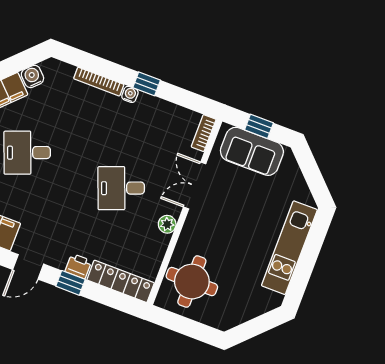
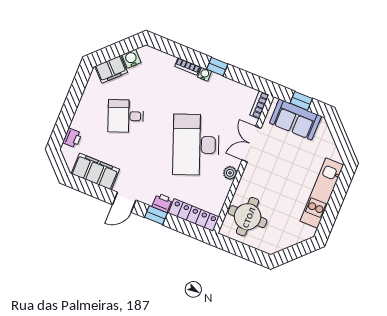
bookcase: (99, 82) -> (187, 66), width x0.64
desk: (121, 188) -> (196, 145), width x1.87, depth x1.30

